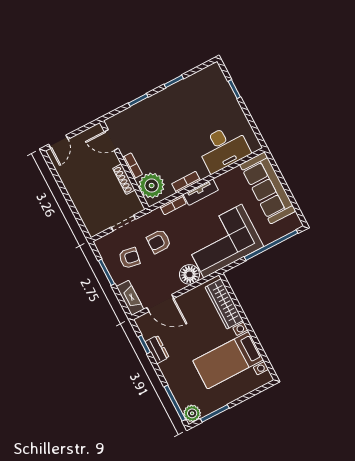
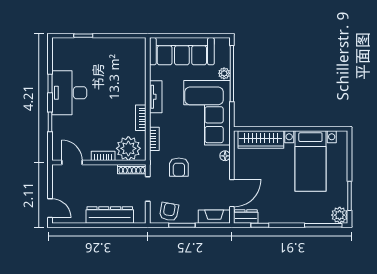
door: (111, 140) -> (72, 162), swing flipped
desk: (223, 148) -> (69, 93), moved, turned 180
shoe rack: (124, 179) -> (132, 169), moved
tv unit: (201, 192) -> (156, 97), moved
dresser: (81, 200) -> (110, 215), added
plant: (268, 238) -> (224, 73), added
armchair: (129, 258) -> (169, 212), moved
floor lamp: (189, 274) -> (225, 156), width x0.53, depth x0.53
dresser: (157, 350) -> (246, 217), moved

